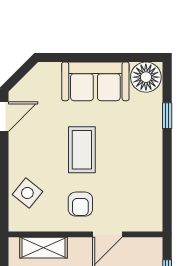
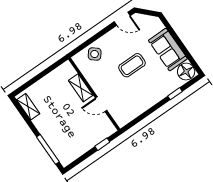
armchair: (80, 204) -> (106, 82), removed
shelving: (44, 248) -> (81, 88), moved

